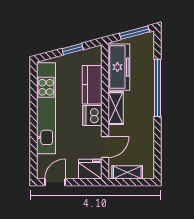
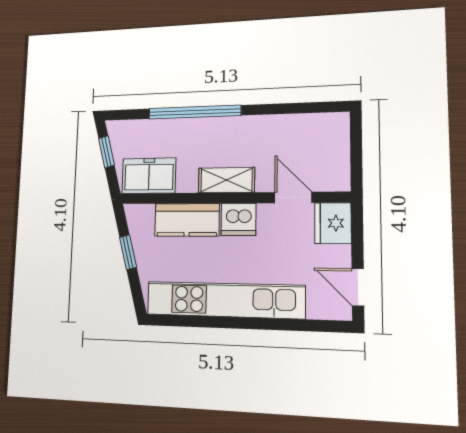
window: (134, 33) -> (106, 152), width x0.67
freezer: (119, 67) -> (149, 176), width x0.71
shelving: (127, 172) -> (338, 158), removed

